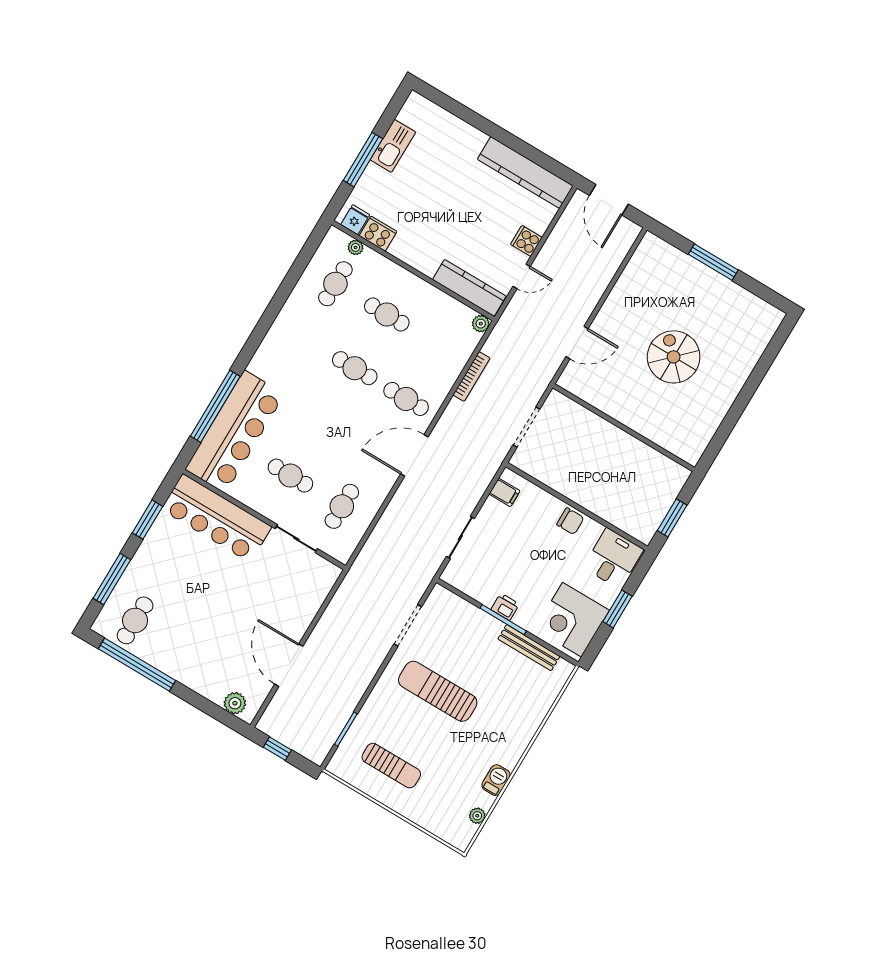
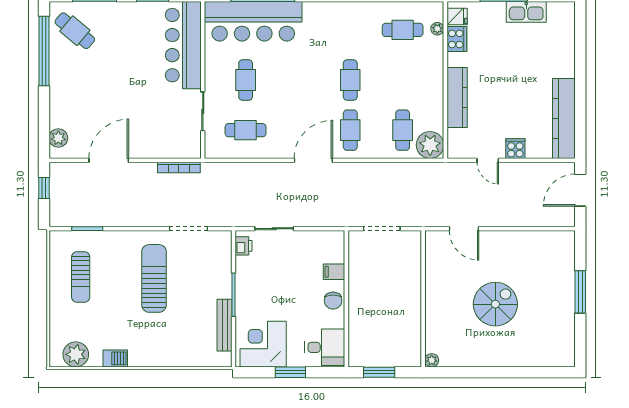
kitchen counter: (469, 288) -> (457, 97), moved
cafe table: (387, 315) -> (403, 130), moved
plant: (481, 324) -> (430, 145), width x1.87, depth x1.87
bookcase: (472, 377) -> (179, 167), moved
door: (414, 455) -> (313, 160), hinge flipped
plant: (692, 457) -> (432, 360), added
filing cabinet: (504, 492) -> (334, 272), moved, turned 90
printer: (505, 607) -> (244, 246), moved
cafe table: (135, 620) -> (75, 31), turned 40
plant: (477, 816) -> (76, 354), width x1.87, depth x1.87

